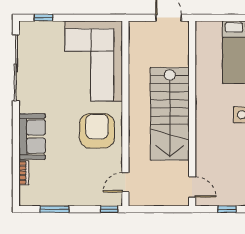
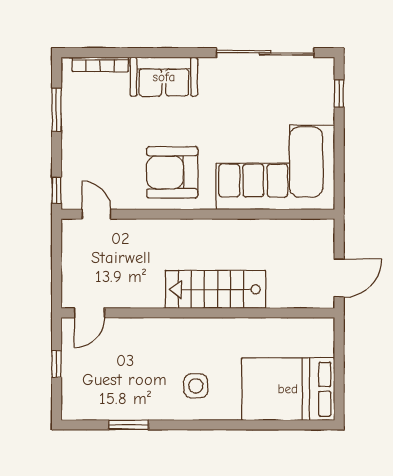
stairs: (170, 114) -> (215, 289), width x0.73, depth x0.66
armchair: (97, 131) -> (172, 172), turned 180
bookcase: (24, 173) -> (100, 64), width x1.56

